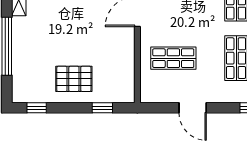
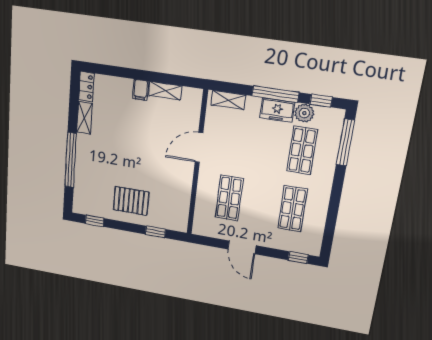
shop shelf: (173, 58) -> (229, 198), turned 90

